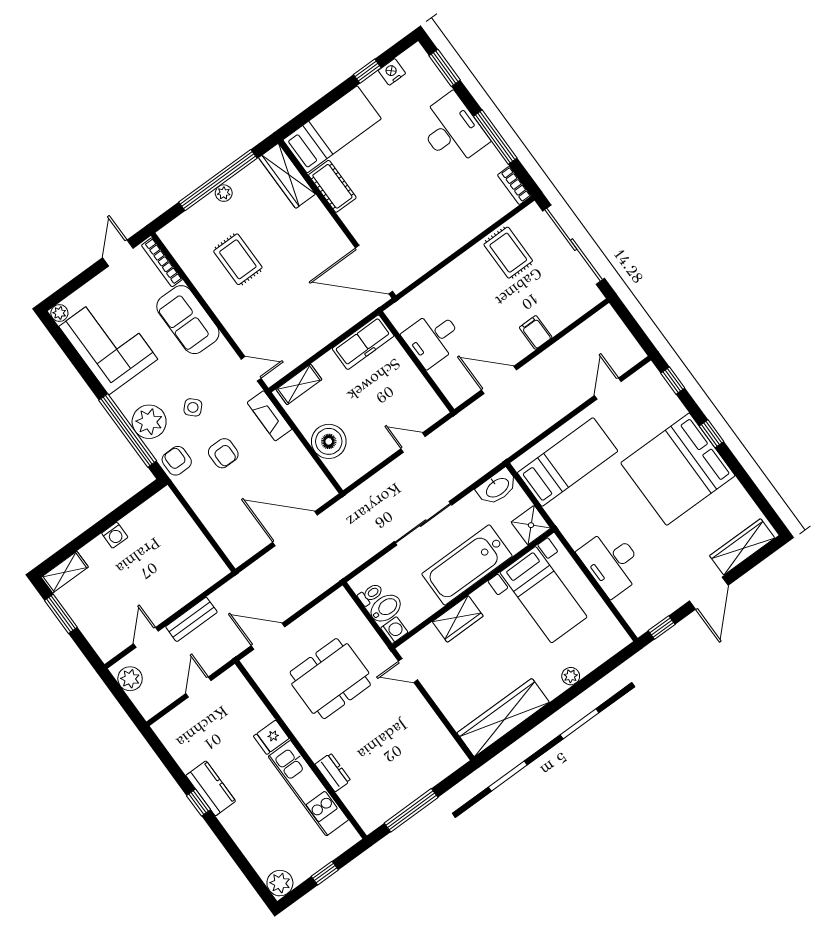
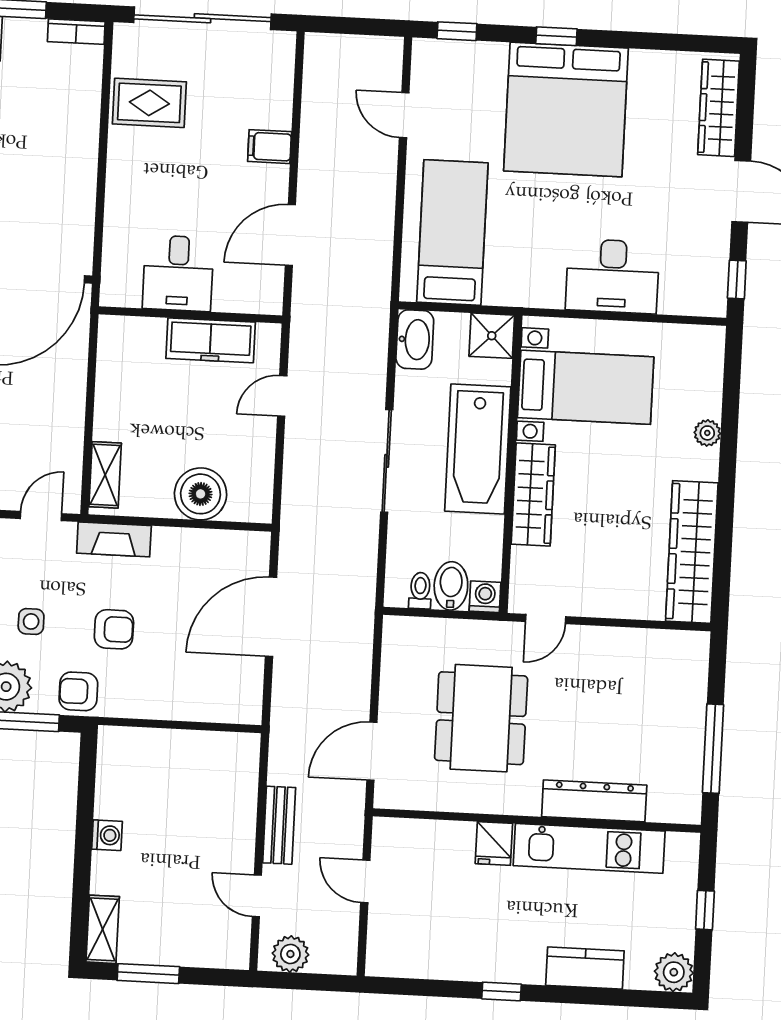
freezer: (363, 342) -> (211, 340), moved, turned 90
side table: (193, 407) -> (31, 621), turned 45
wardrobe: (458, 619) -> (533, 494), width x1.50
dresser: (333, 772) -> (594, 801), width x1.96, depth x1.24
kitchen counter: (211, 788) -> (585, 968), moved

